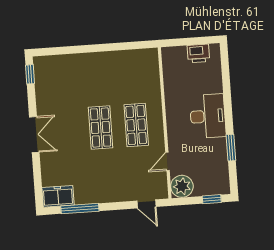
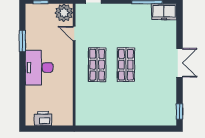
double door: (34, 135) -> (179, 63), swing flipped
door: (167, 161) -> (74, 34), swing flipped

